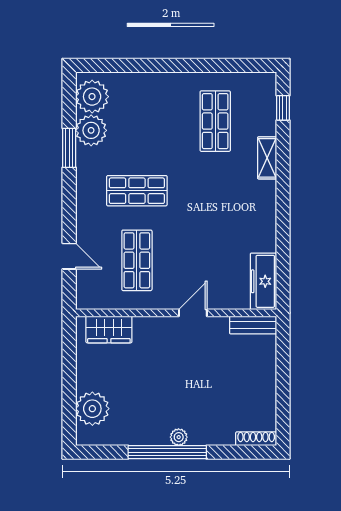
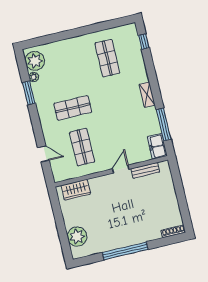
plant: (91, 130) -> (34, 77), width x0.53, depth x0.53
shelving: (267, 158) -> (147, 95), moved
window: (283, 255) -> (164, 124), added
freezer: (263, 281) -> (157, 146), width x0.71
bench: (253, 325) -> (145, 170), moved
plant: (179, 437) -> (130, 241), removed

